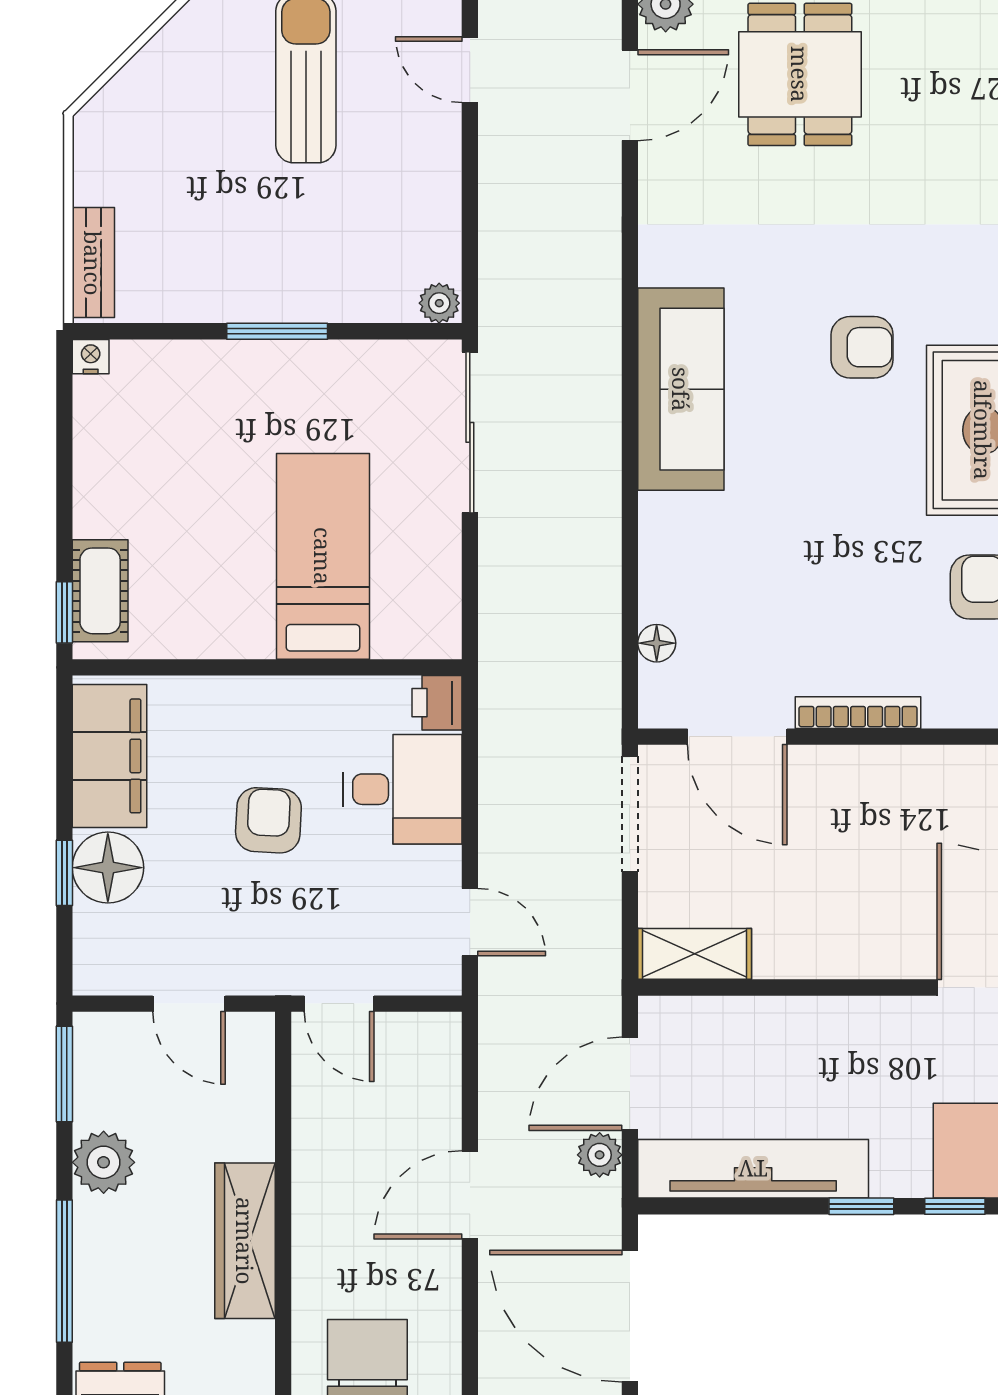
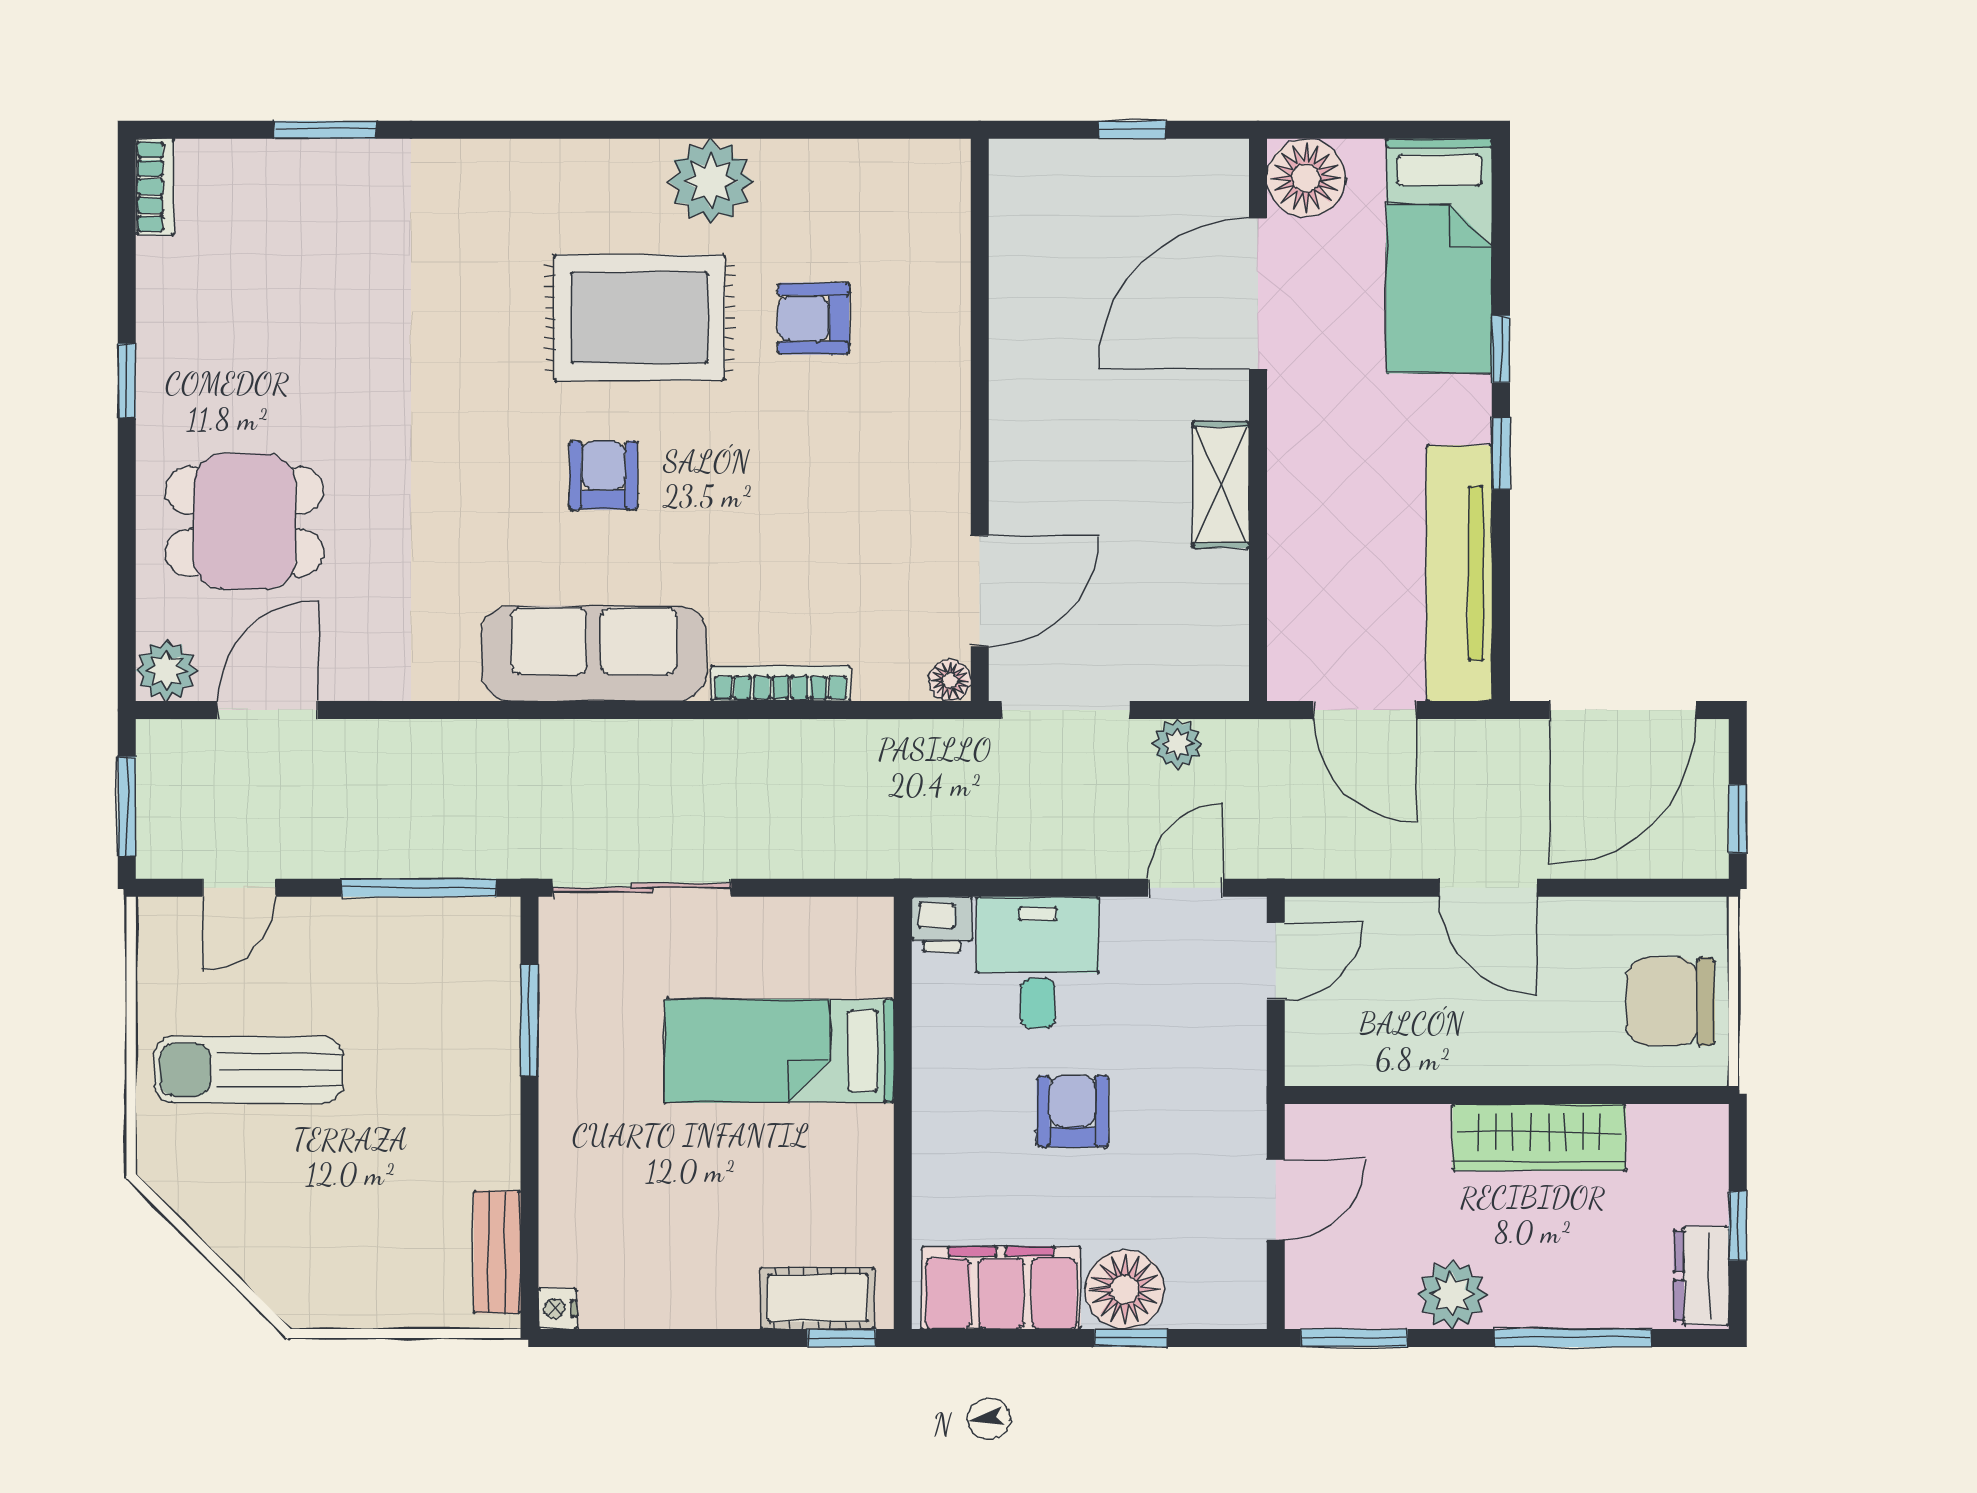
door: (630, 95) -> (267, 710), hinge flipped
window: (470, 232) -> (419, 888), added
bench: (93, 263) -> (497, 1252), moved, turned 90
plant: (439, 303) -> (498, 922), removed
window: (277, 331) -> (529, 1020), moved
armchair: (862, 347) -> (603, 475), moved
floor lamp: (657, 643) -> (950, 680), moved
bookcase: (858, 713) -> (781, 683), moved, turned 90
armchair: (268, 820) -> (1072, 1111), turned 87
shelving: (695, 954) -> (1221, 485), moved
door: (339, 1004) -> (1276, 961), moved
plant: (600, 1155) -> (1177, 744), moved

